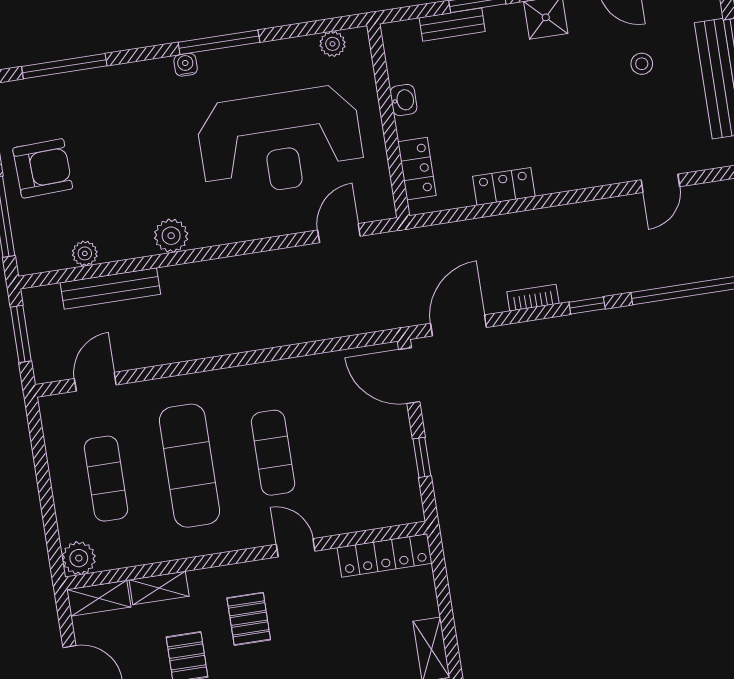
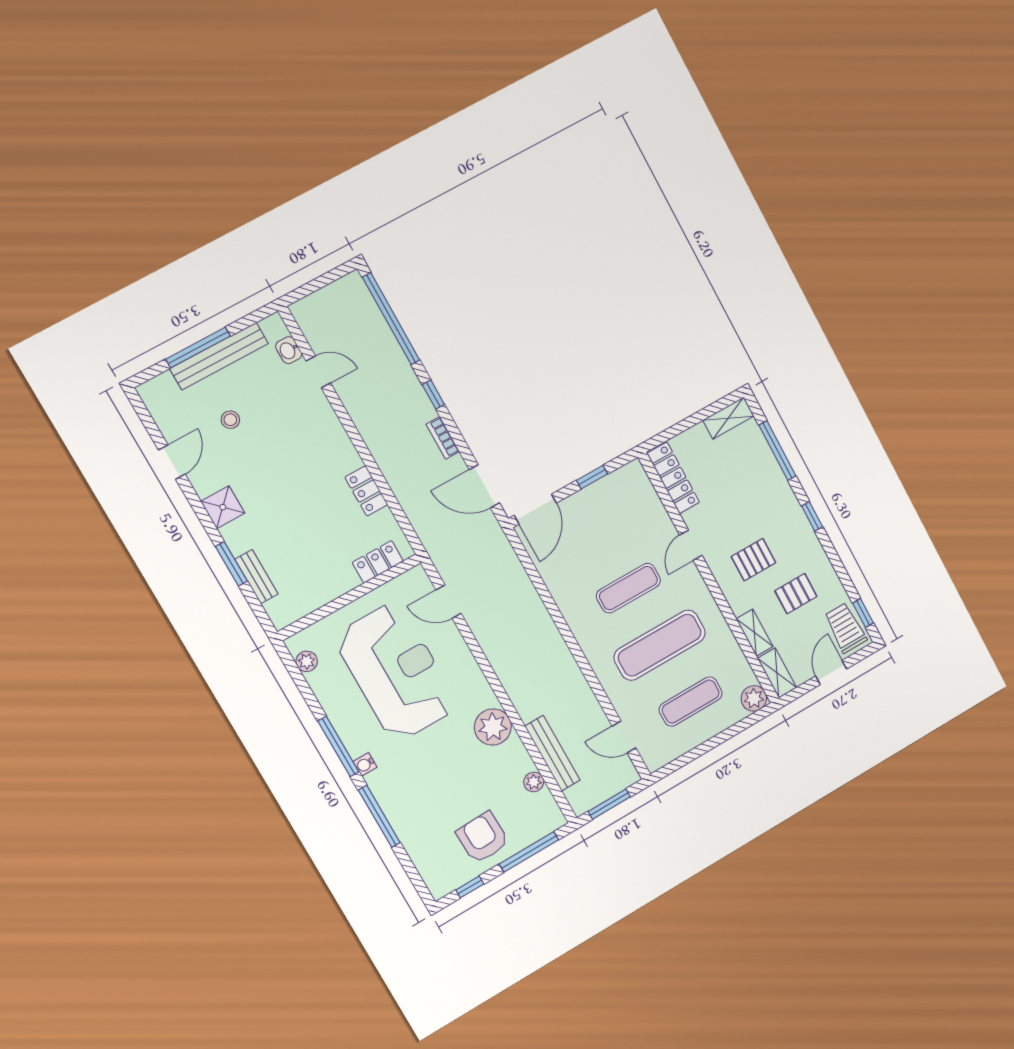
window: (64, 66) -> (379, 816), moved
washbasin: (404, 100) -> (289, 350), moved, turned -90
plant: (171, 236) -> (493, 727), width x1.36, depth x1.36

